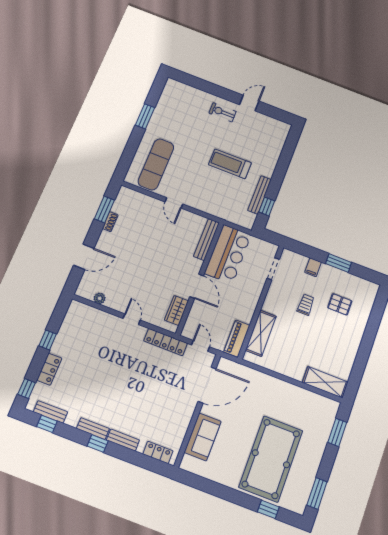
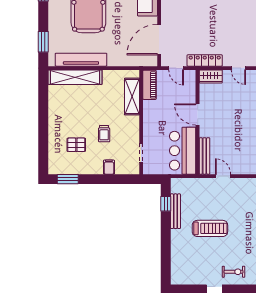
door: (174, 203) -> (223, 176), moved
window: (339, 263) -> (68, 179), moved
wardrobe: (176, 310) -> (211, 76), moved, turned 90
shelving: (325, 382) -> (75, 77), width x1.47
tv unit: (302, 396) -> (81, 60), added

